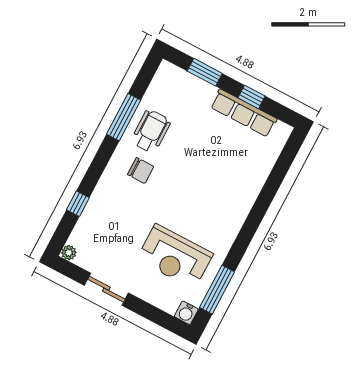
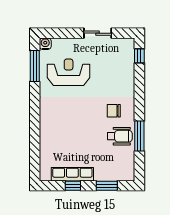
wheelchair: (151, 131) -> (120, 136), turned -90
window: (78, 204) -> (139, 56), moved
plant: (69, 253) -> (130, 43), removed

